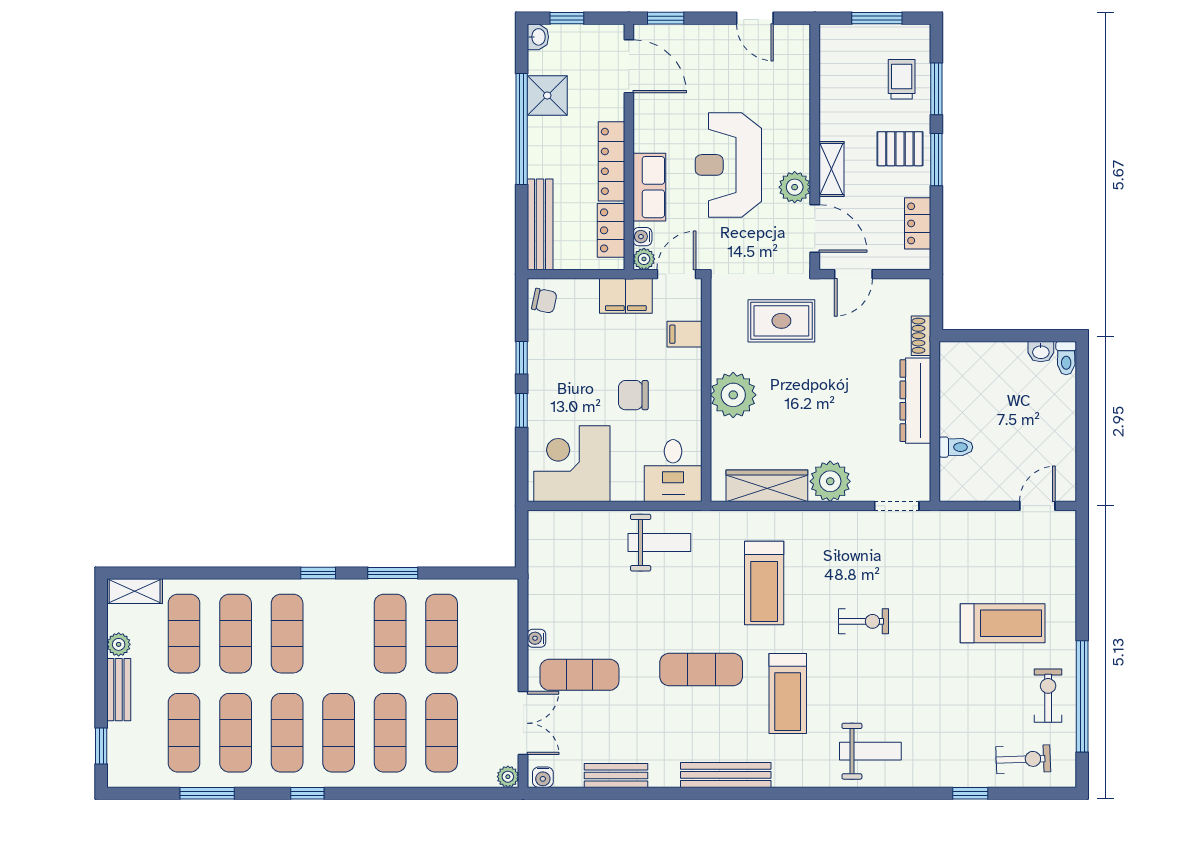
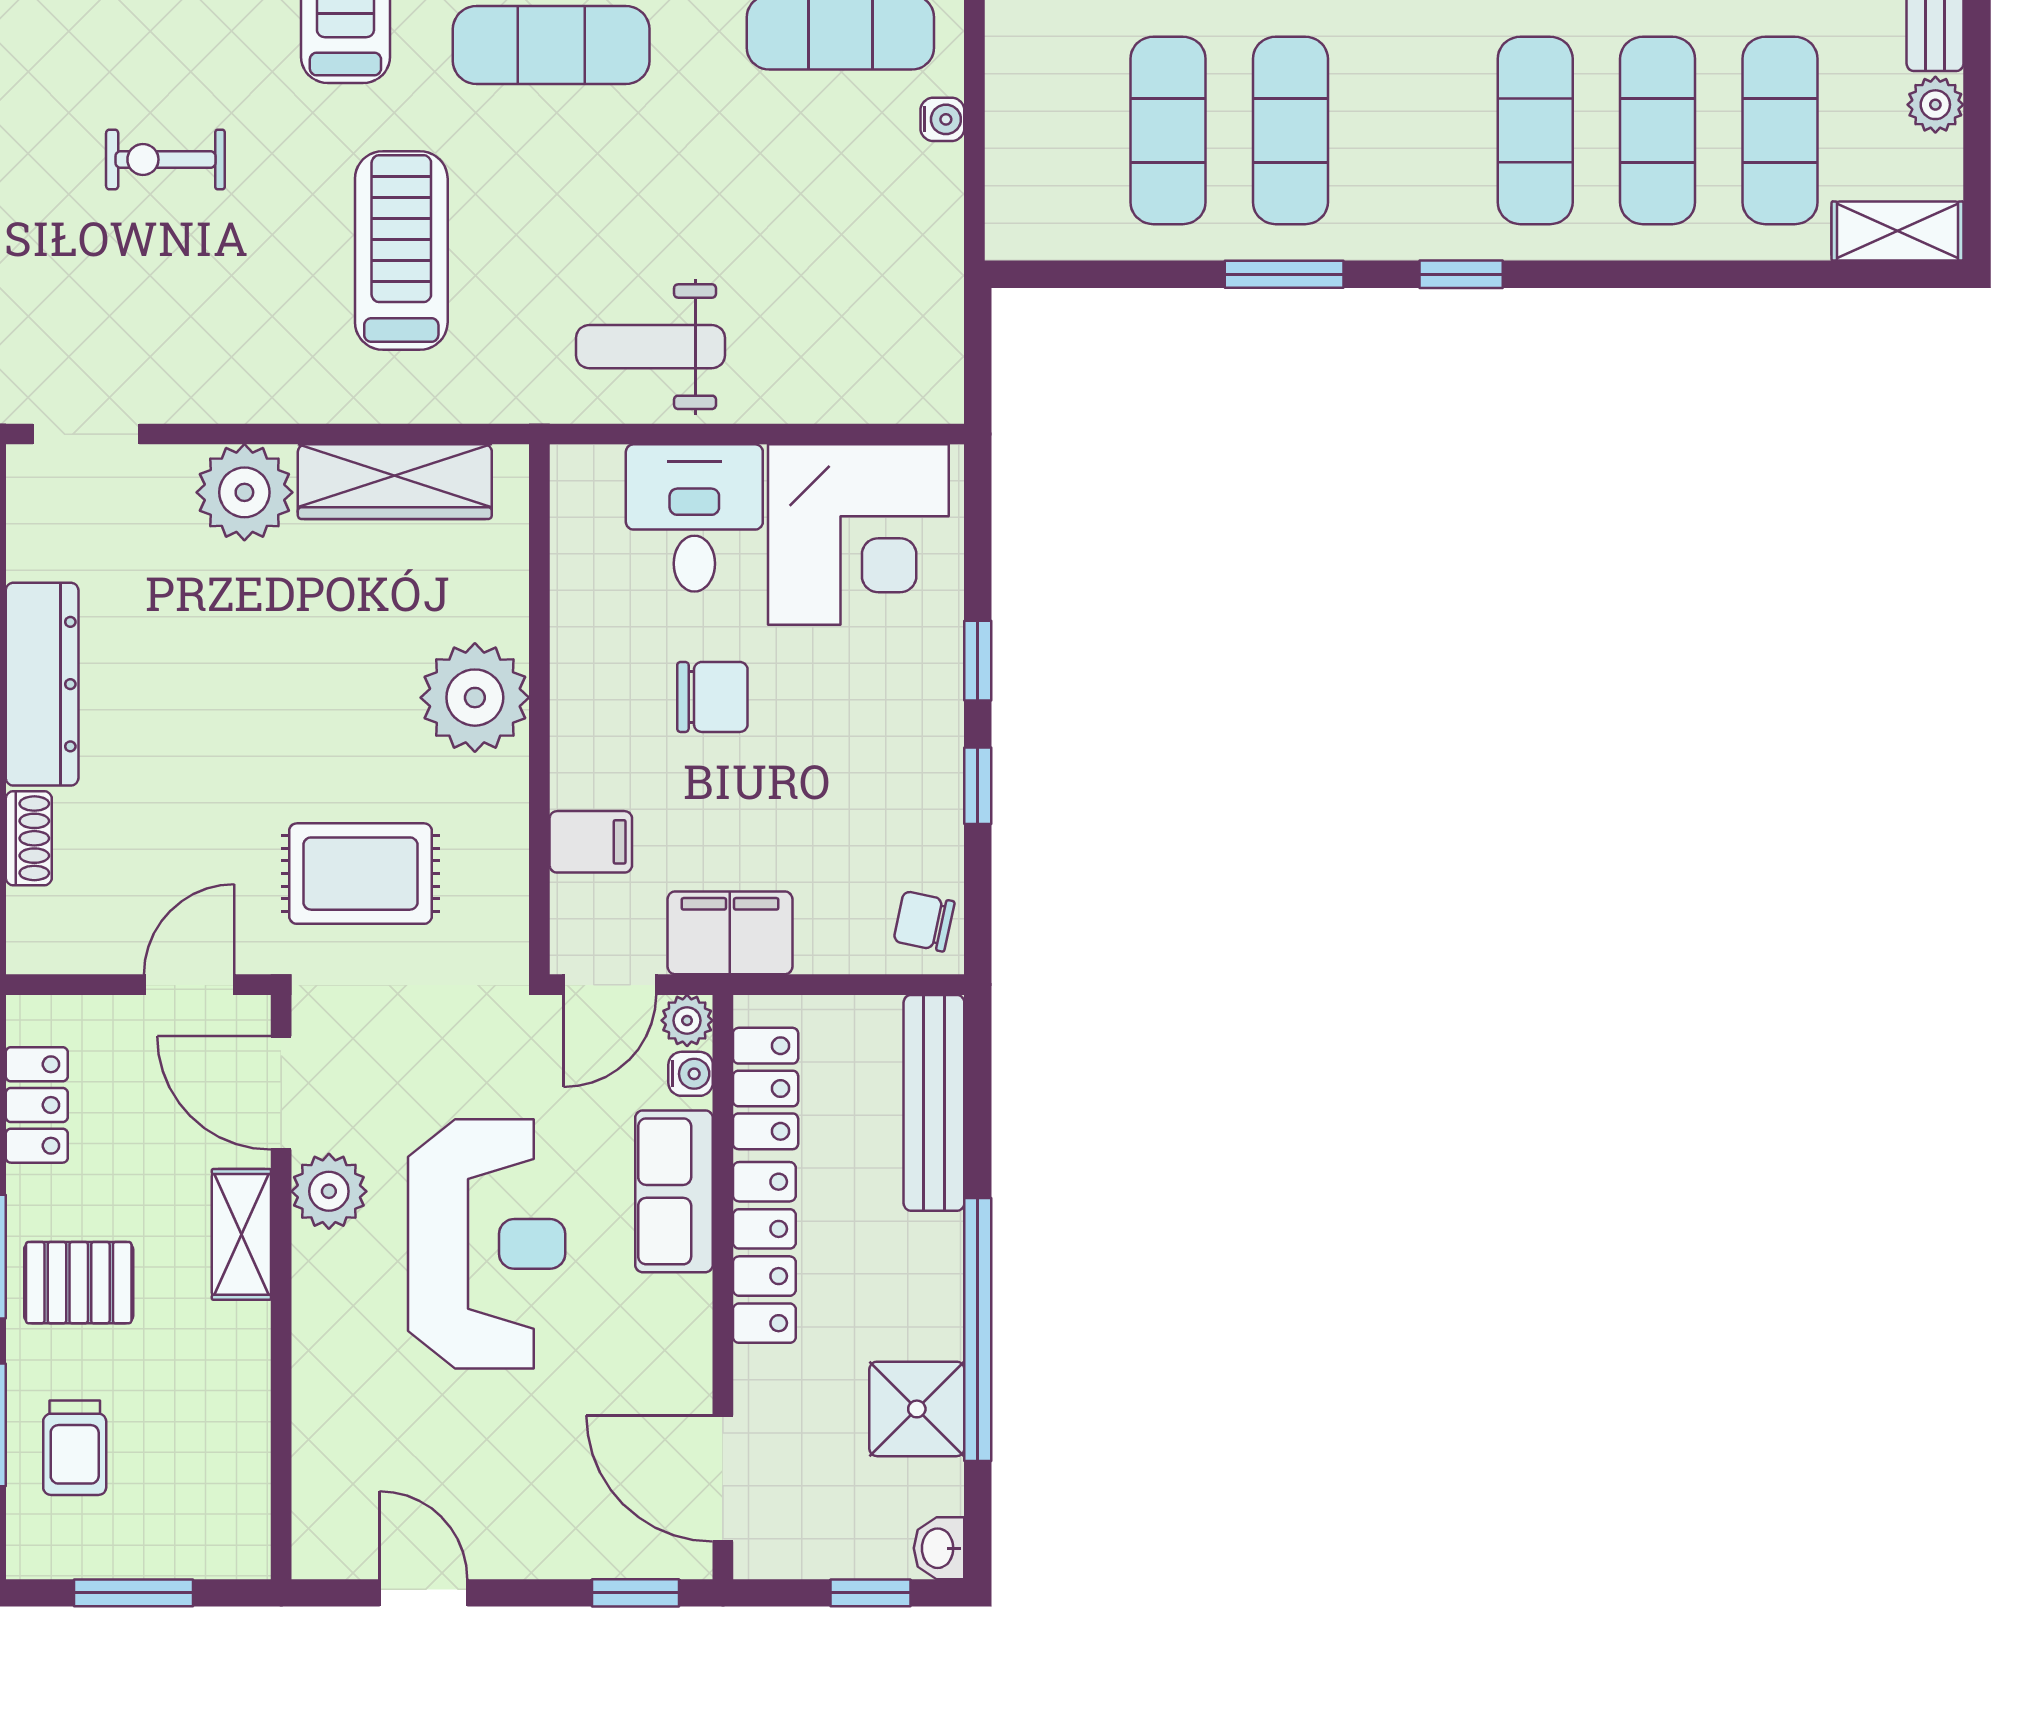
desk: (673, 470) -> (694, 518), moved

